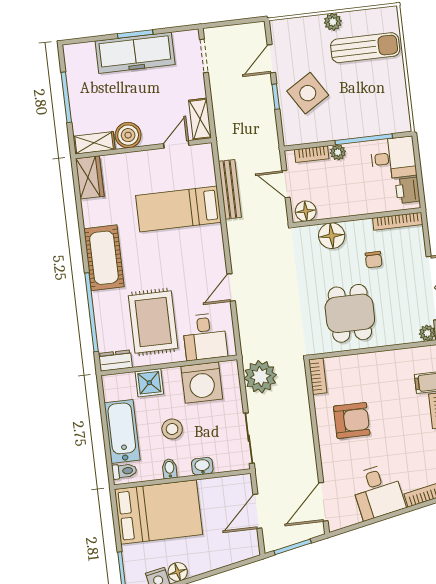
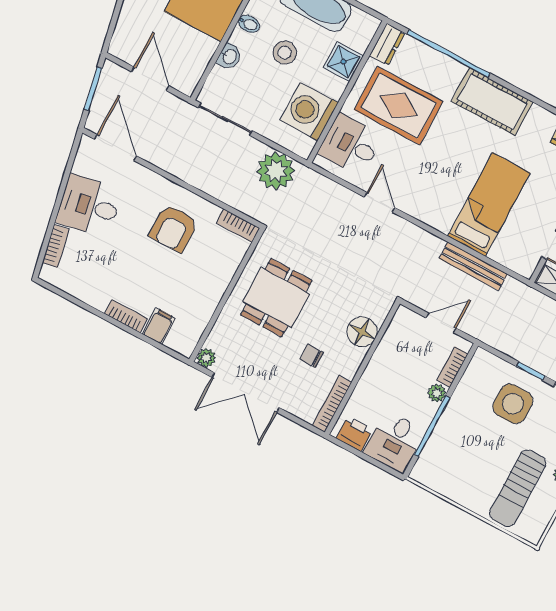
side table: (308, 93) -> (513, 404), turned 32
floor lamp: (306, 211) -> (402, 324), removed
dining table: (350, 313) -> (276, 298), turned 90

